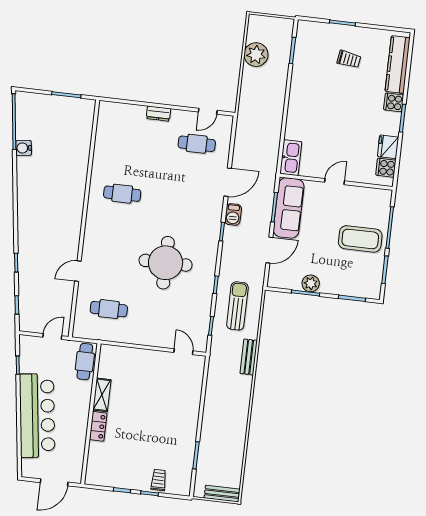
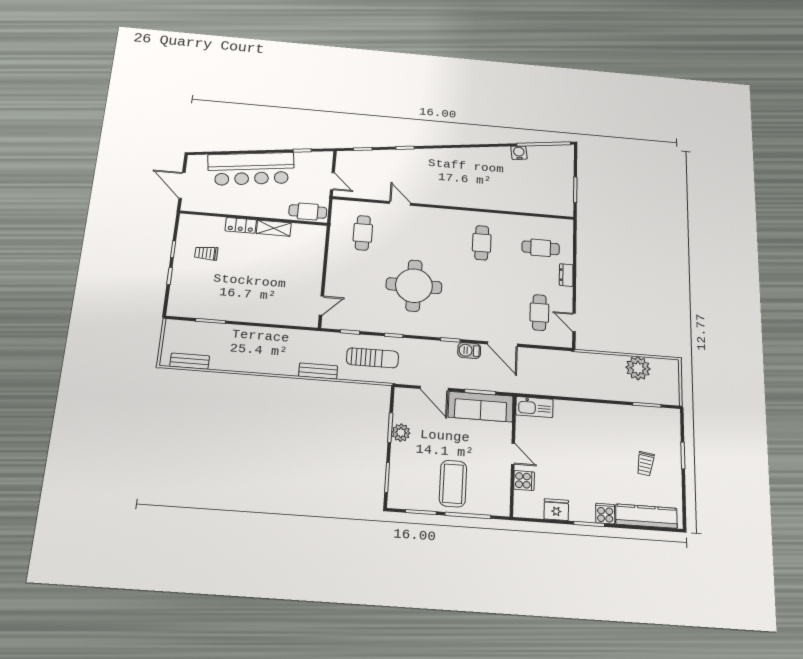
cafe table: (129, 136) -> (541, 248), added
cooker: (386, 168) -> (524, 481), moved, turned 90
trolley: (159, 480) -> (206, 253), moved, turned 180
bench: (222, 494) -> (190, 361), moved, turned 90

